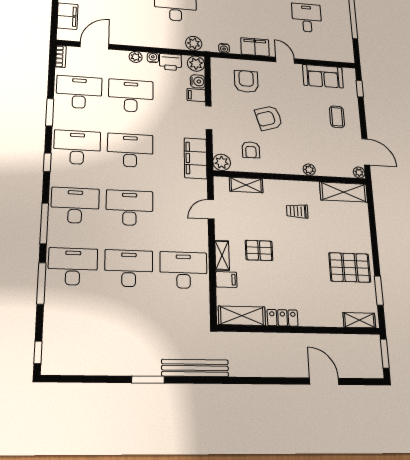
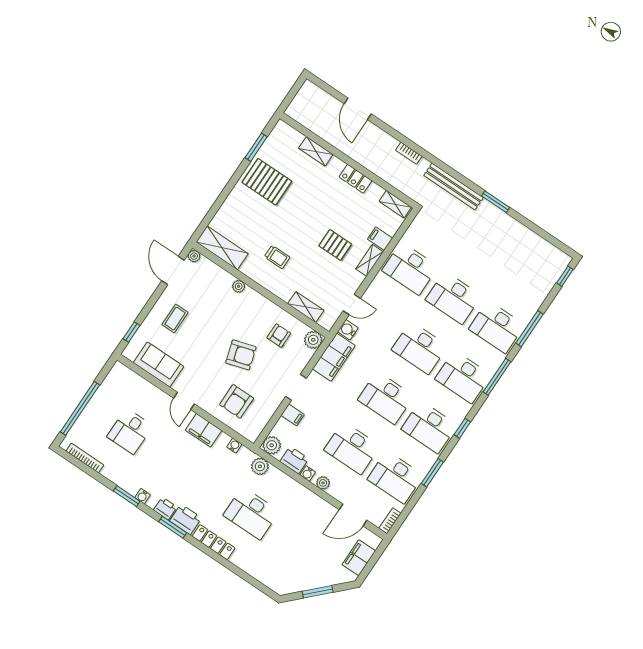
water cooler: (198, 81) -> (348, 330), moved
shelving: (242, 316) -> (395, 204), width x0.67, depth x0.75
shelving: (359, 320) -> (316, 151), moved
window: (385, 354) -> (291, 96), removed
bookcase: (254, 372) -> (409, 153), added

